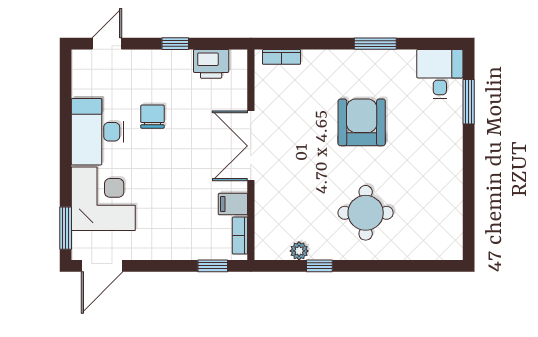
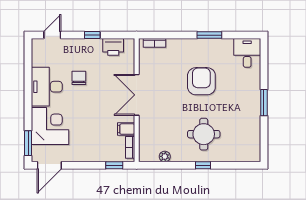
window: (469, 102) -> (264, 103), moved
window: (319, 266) -> (203, 165), moved

